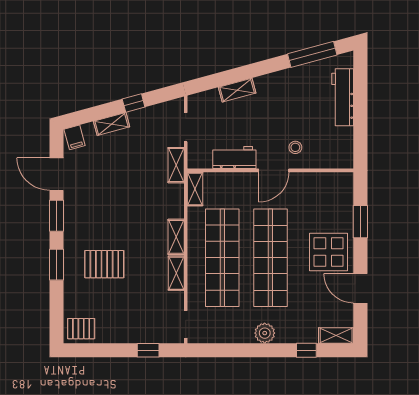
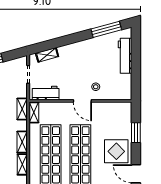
shelving: (237, 90) -> (47, 55), moved
workbench: (234, 158) -> (46, 93), moved
shelving: (176, 165) -> (22, 109), moved
door: (274, 170) -> (82, 101), hinge flipped

